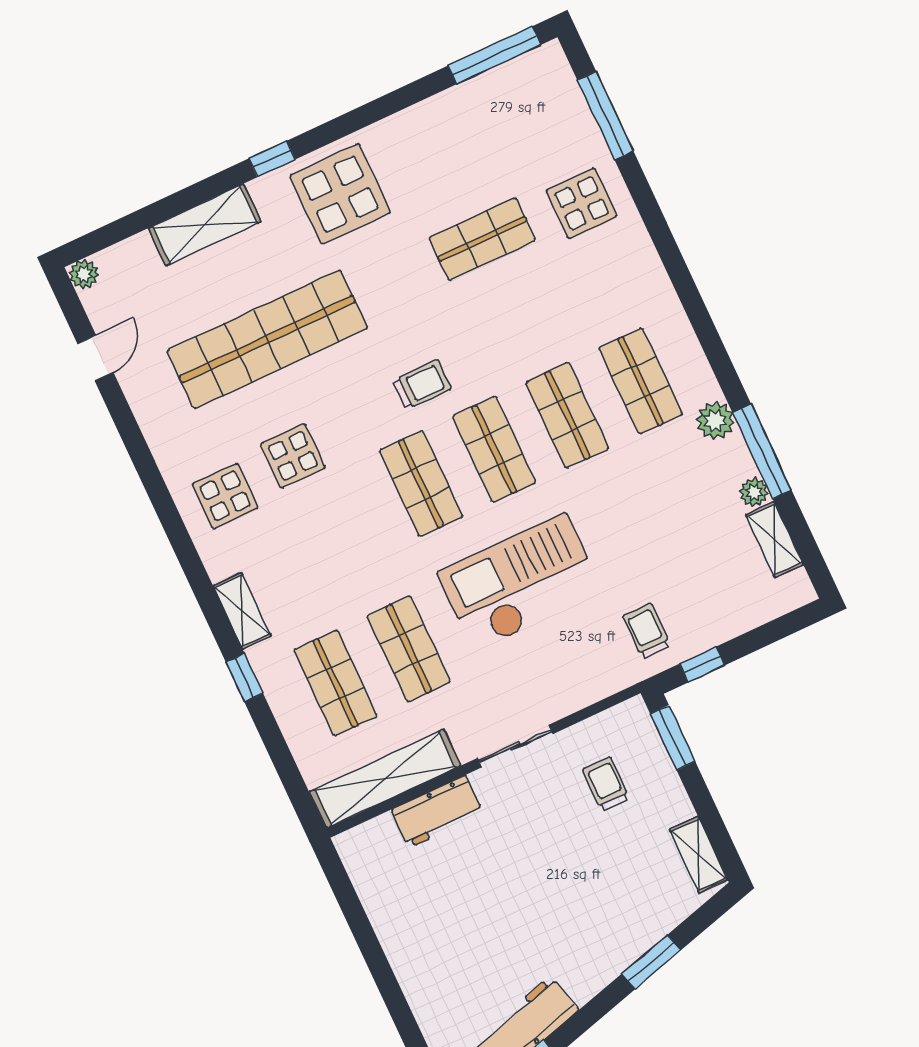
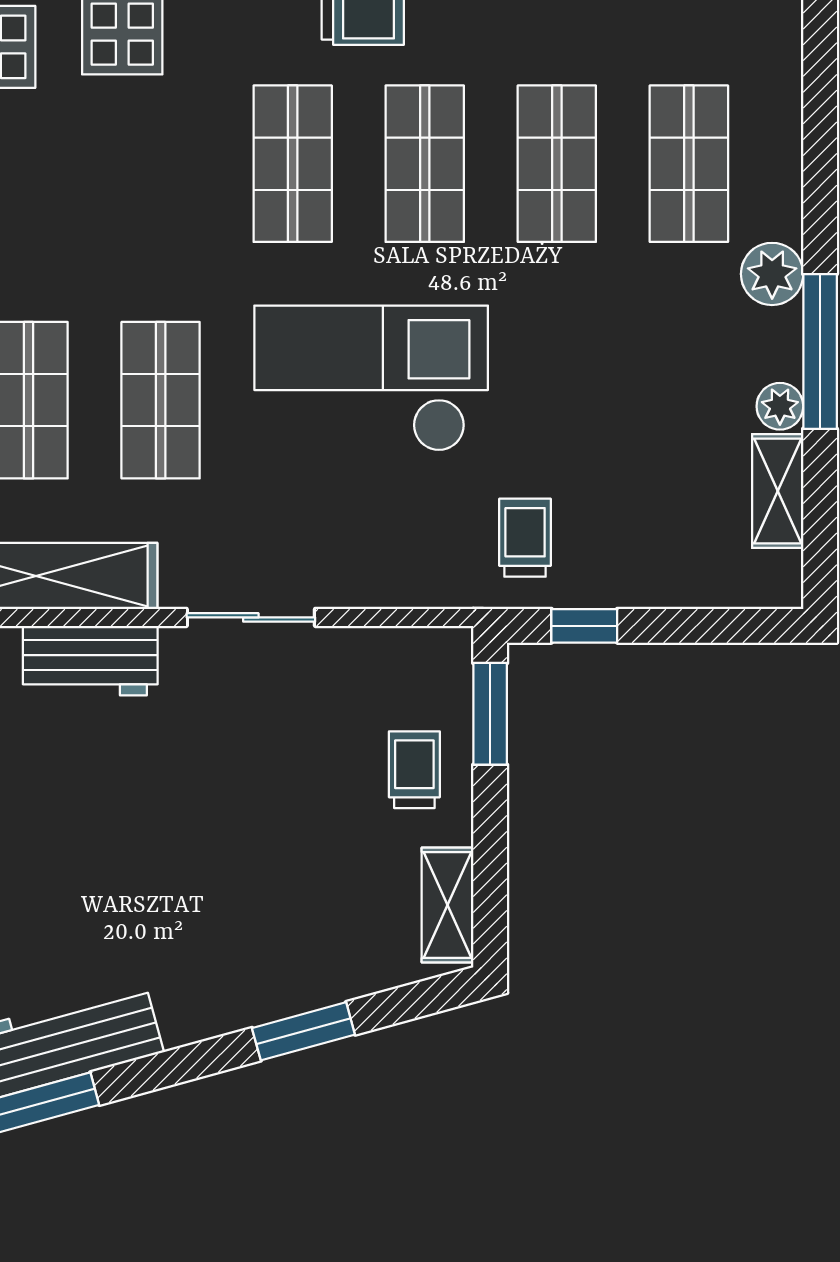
trolley: (606, 784) -> (414, 770), moved

